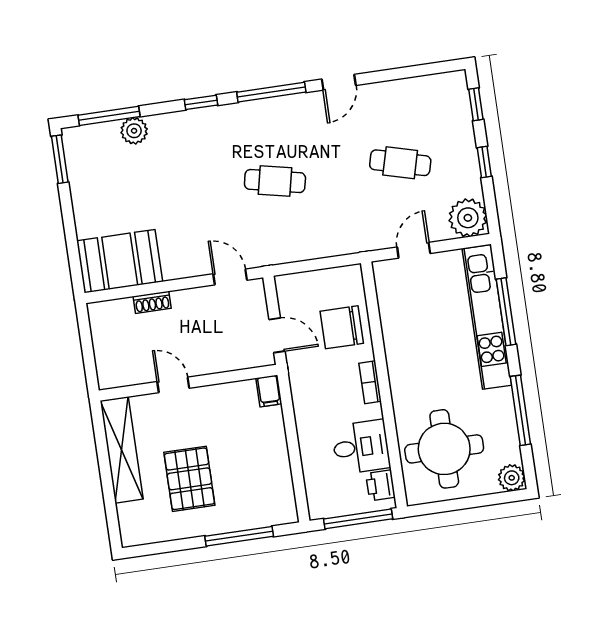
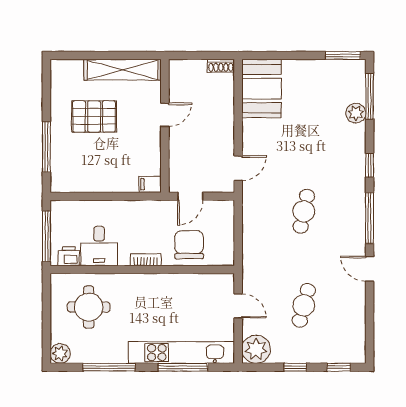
shoe rack: (152, 302) -> (221, 66), moved, turned -90
round table: (444, 449) -> (89, 307), width x0.73, depth x0.73

